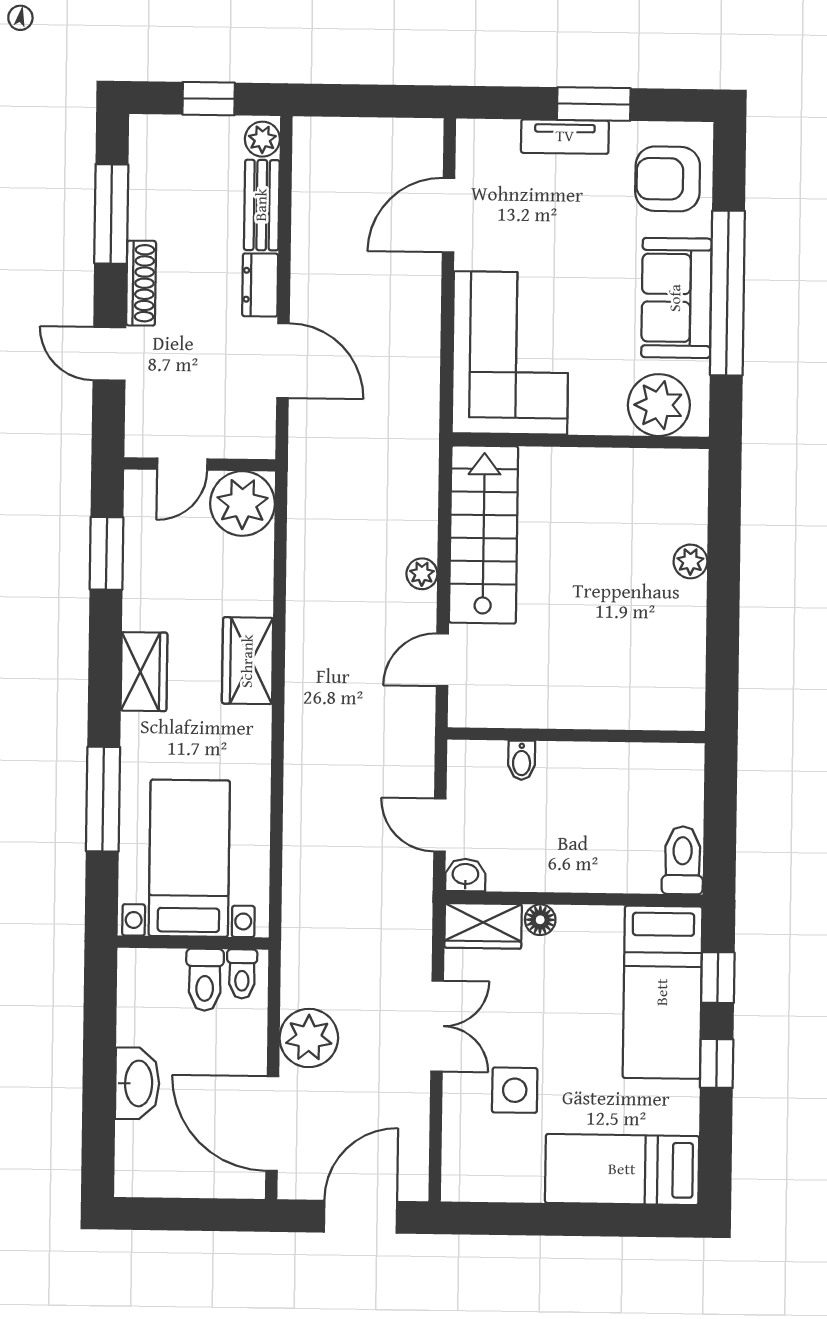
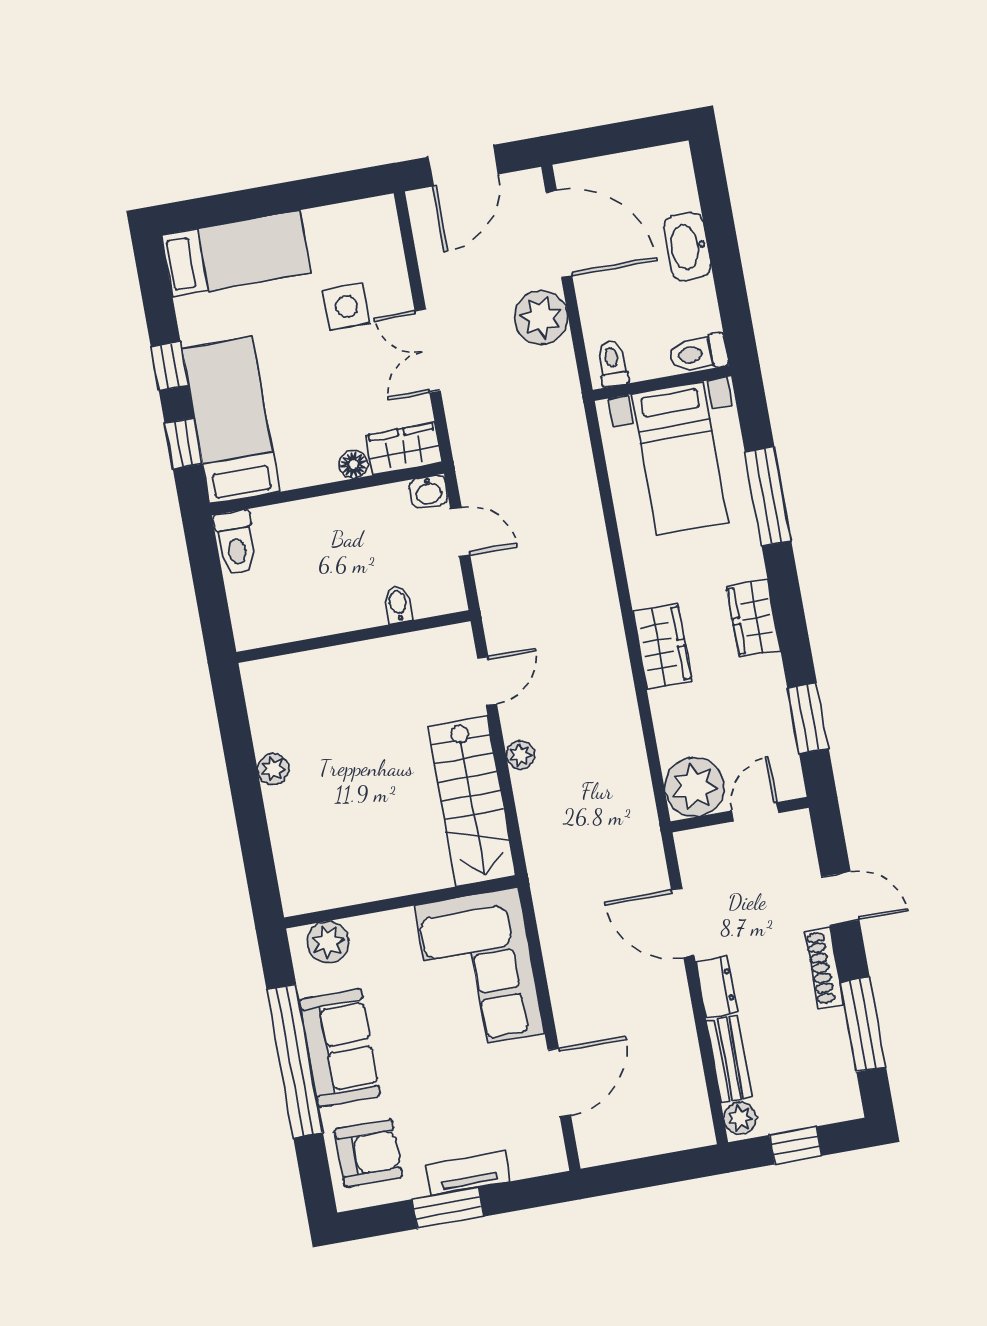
plant: (659, 405) -> (328, 942), width x0.73, depth x0.73
plant: (690, 561) -> (273, 769), moved
toilet: (205, 980) -> (698, 353), moved, turned -90

